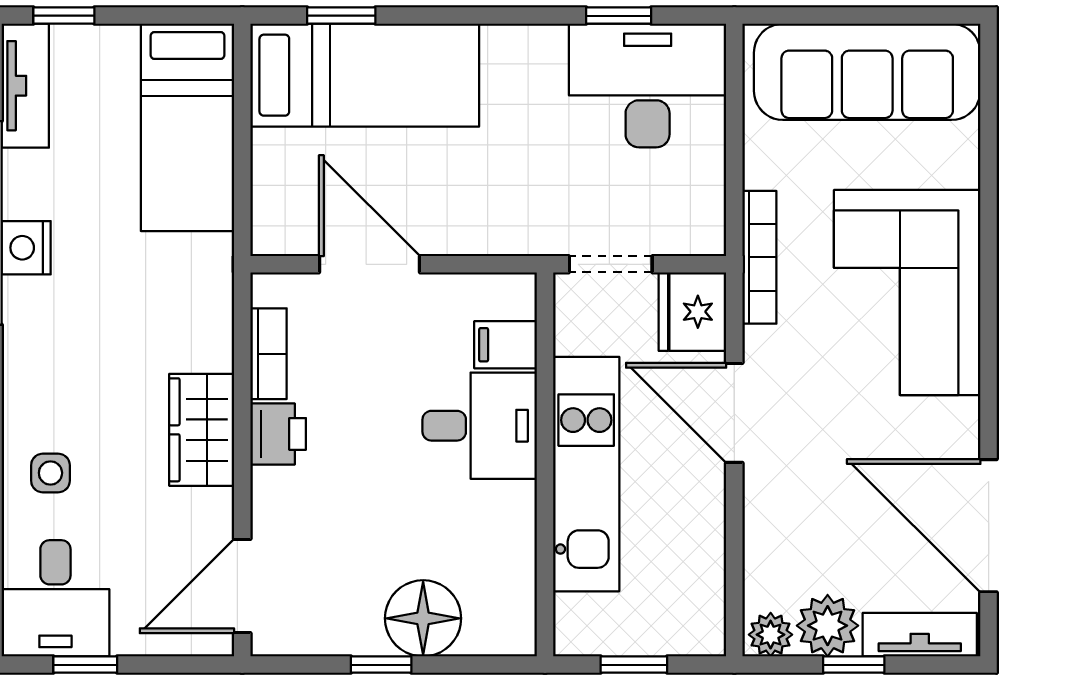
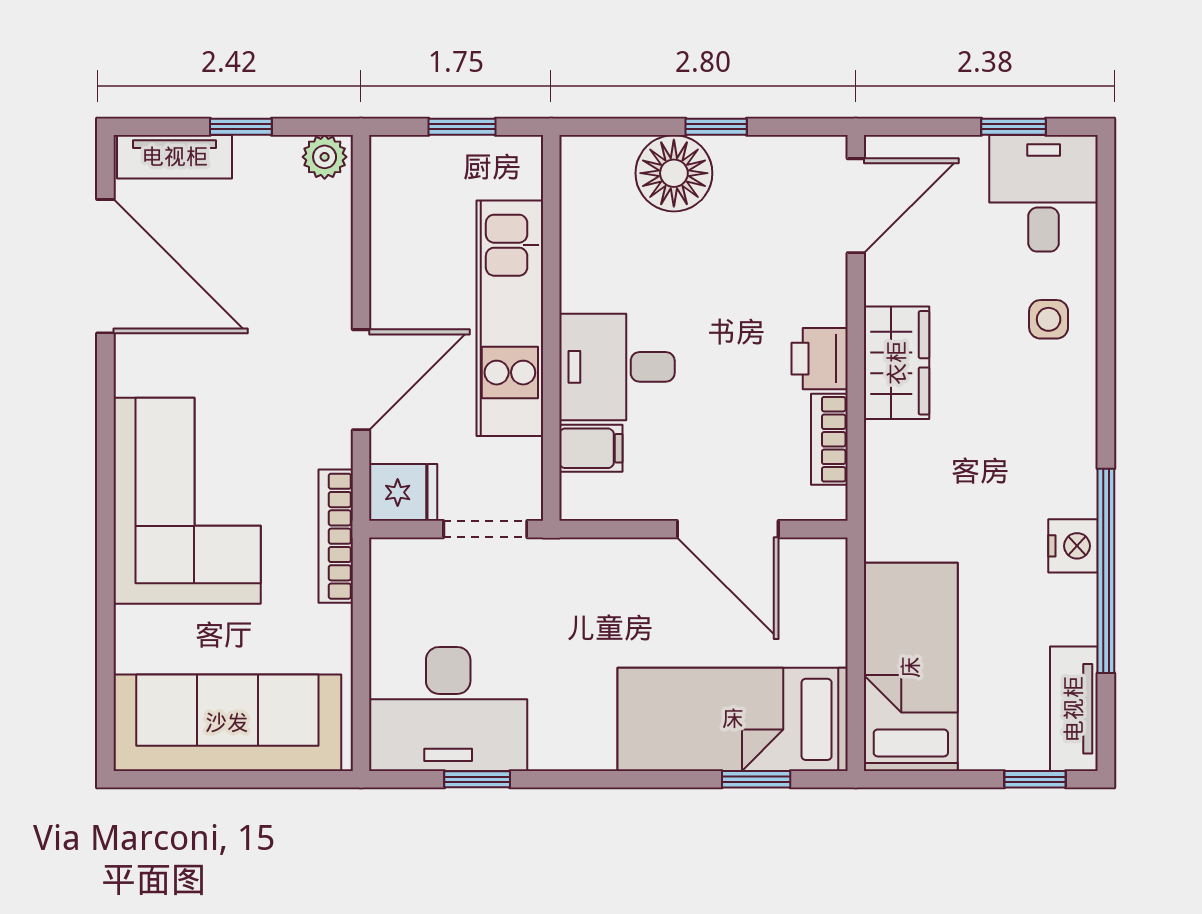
fridge: (692, 312) -> (403, 492), width x0.72
door: (734, 413) -> (361, 380), hinge flipped
plant: (828, 626) -> (267, 166), removed

